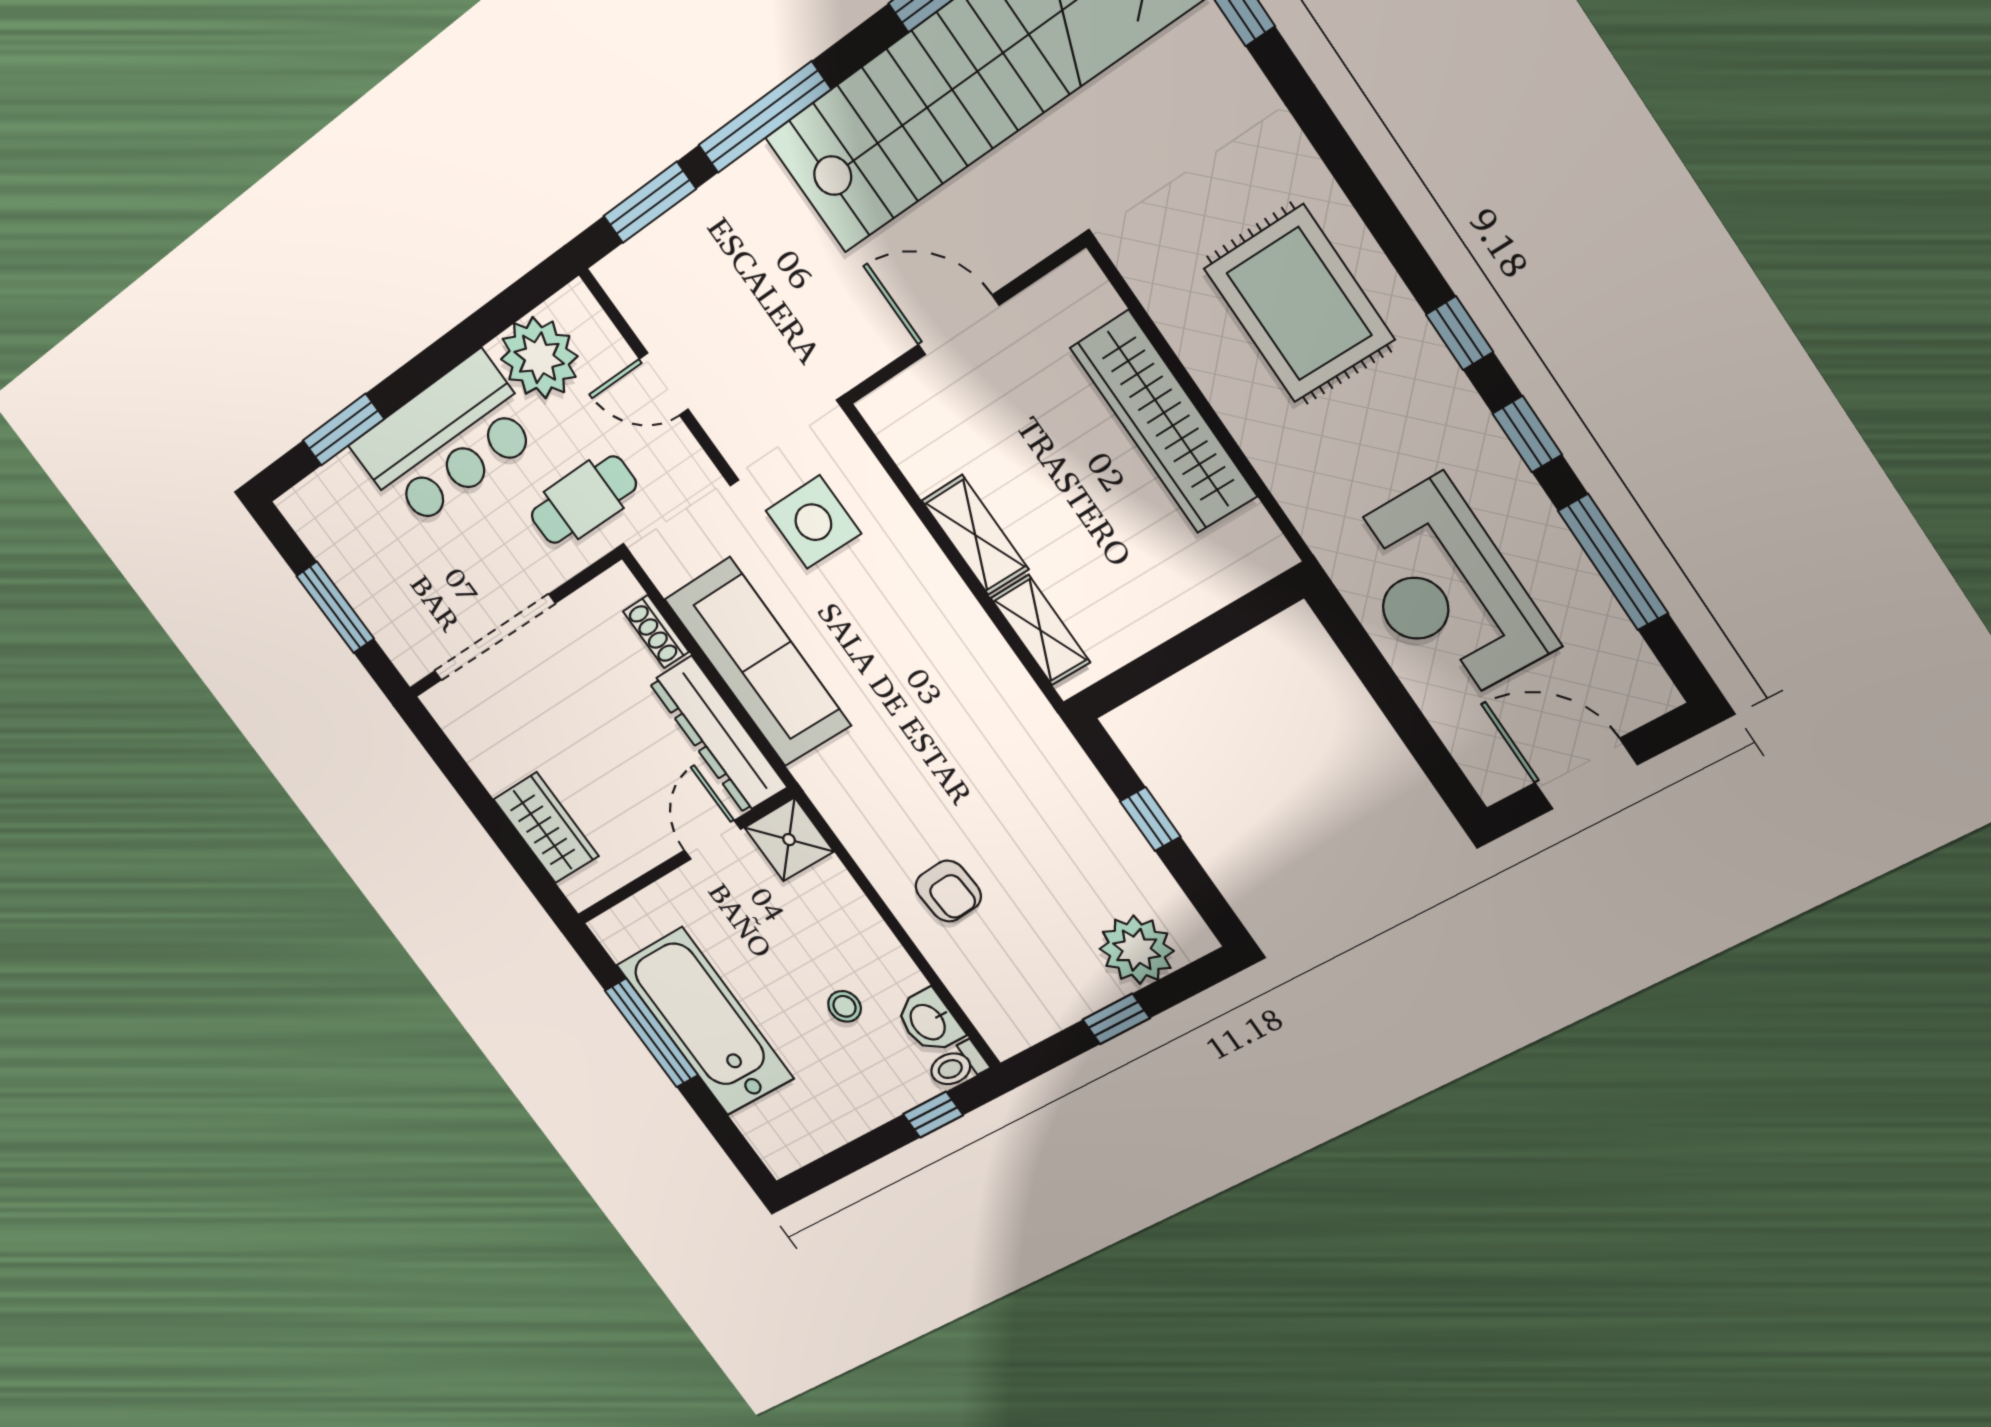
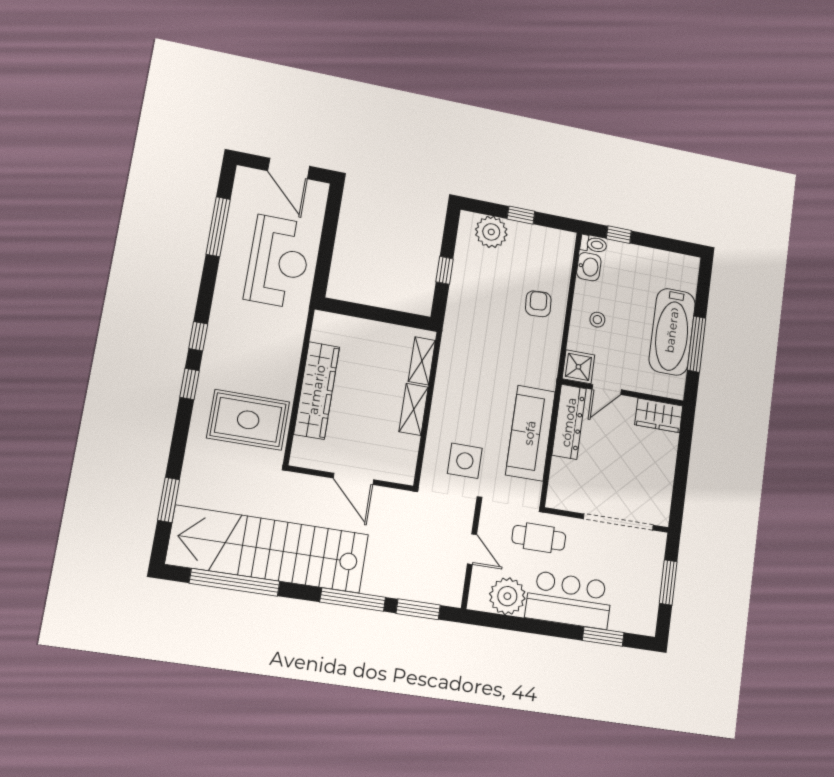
rug: (1299, 304) -> (248, 420), moved, turned 90
window: (1527, 434) -> (190, 384), moved
shoe rack: (656, 632) -> (557, 474), removed
wardrobe: (546, 828) -> (659, 415), moved, turned -90
stool: (844, 1006) -> (597, 320), moved

